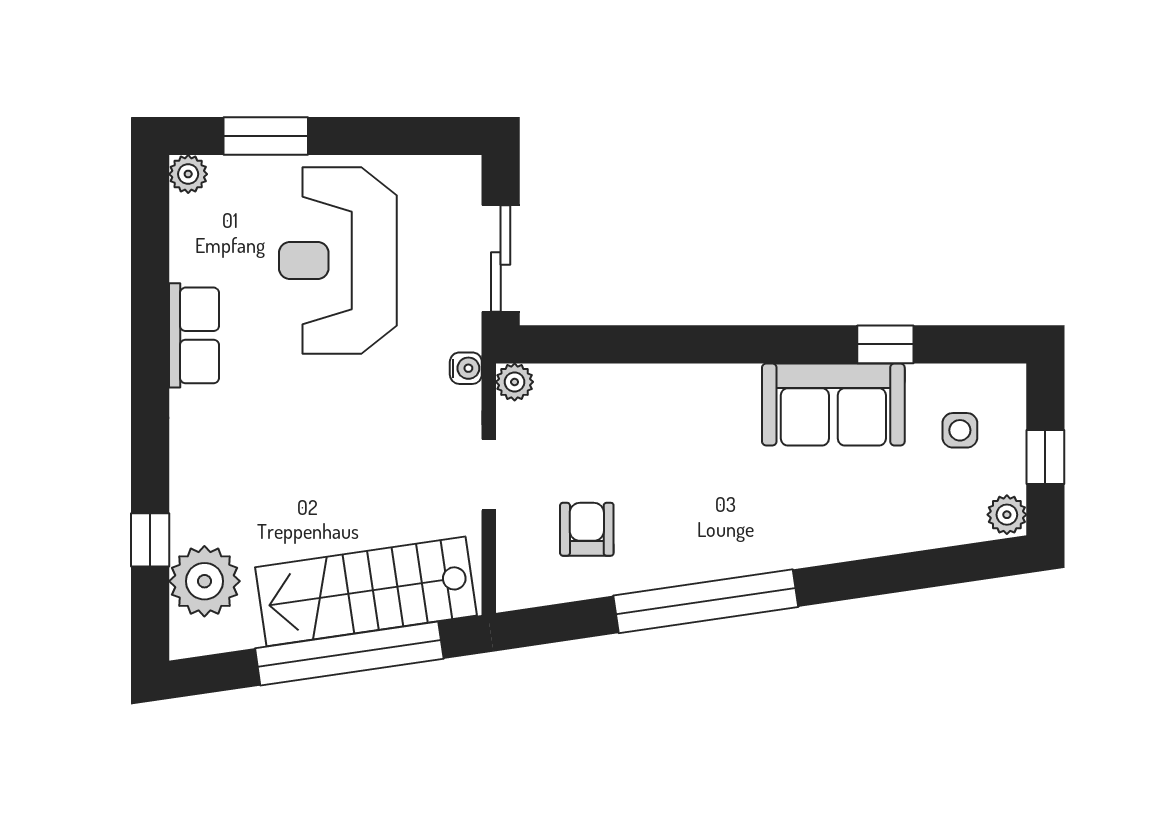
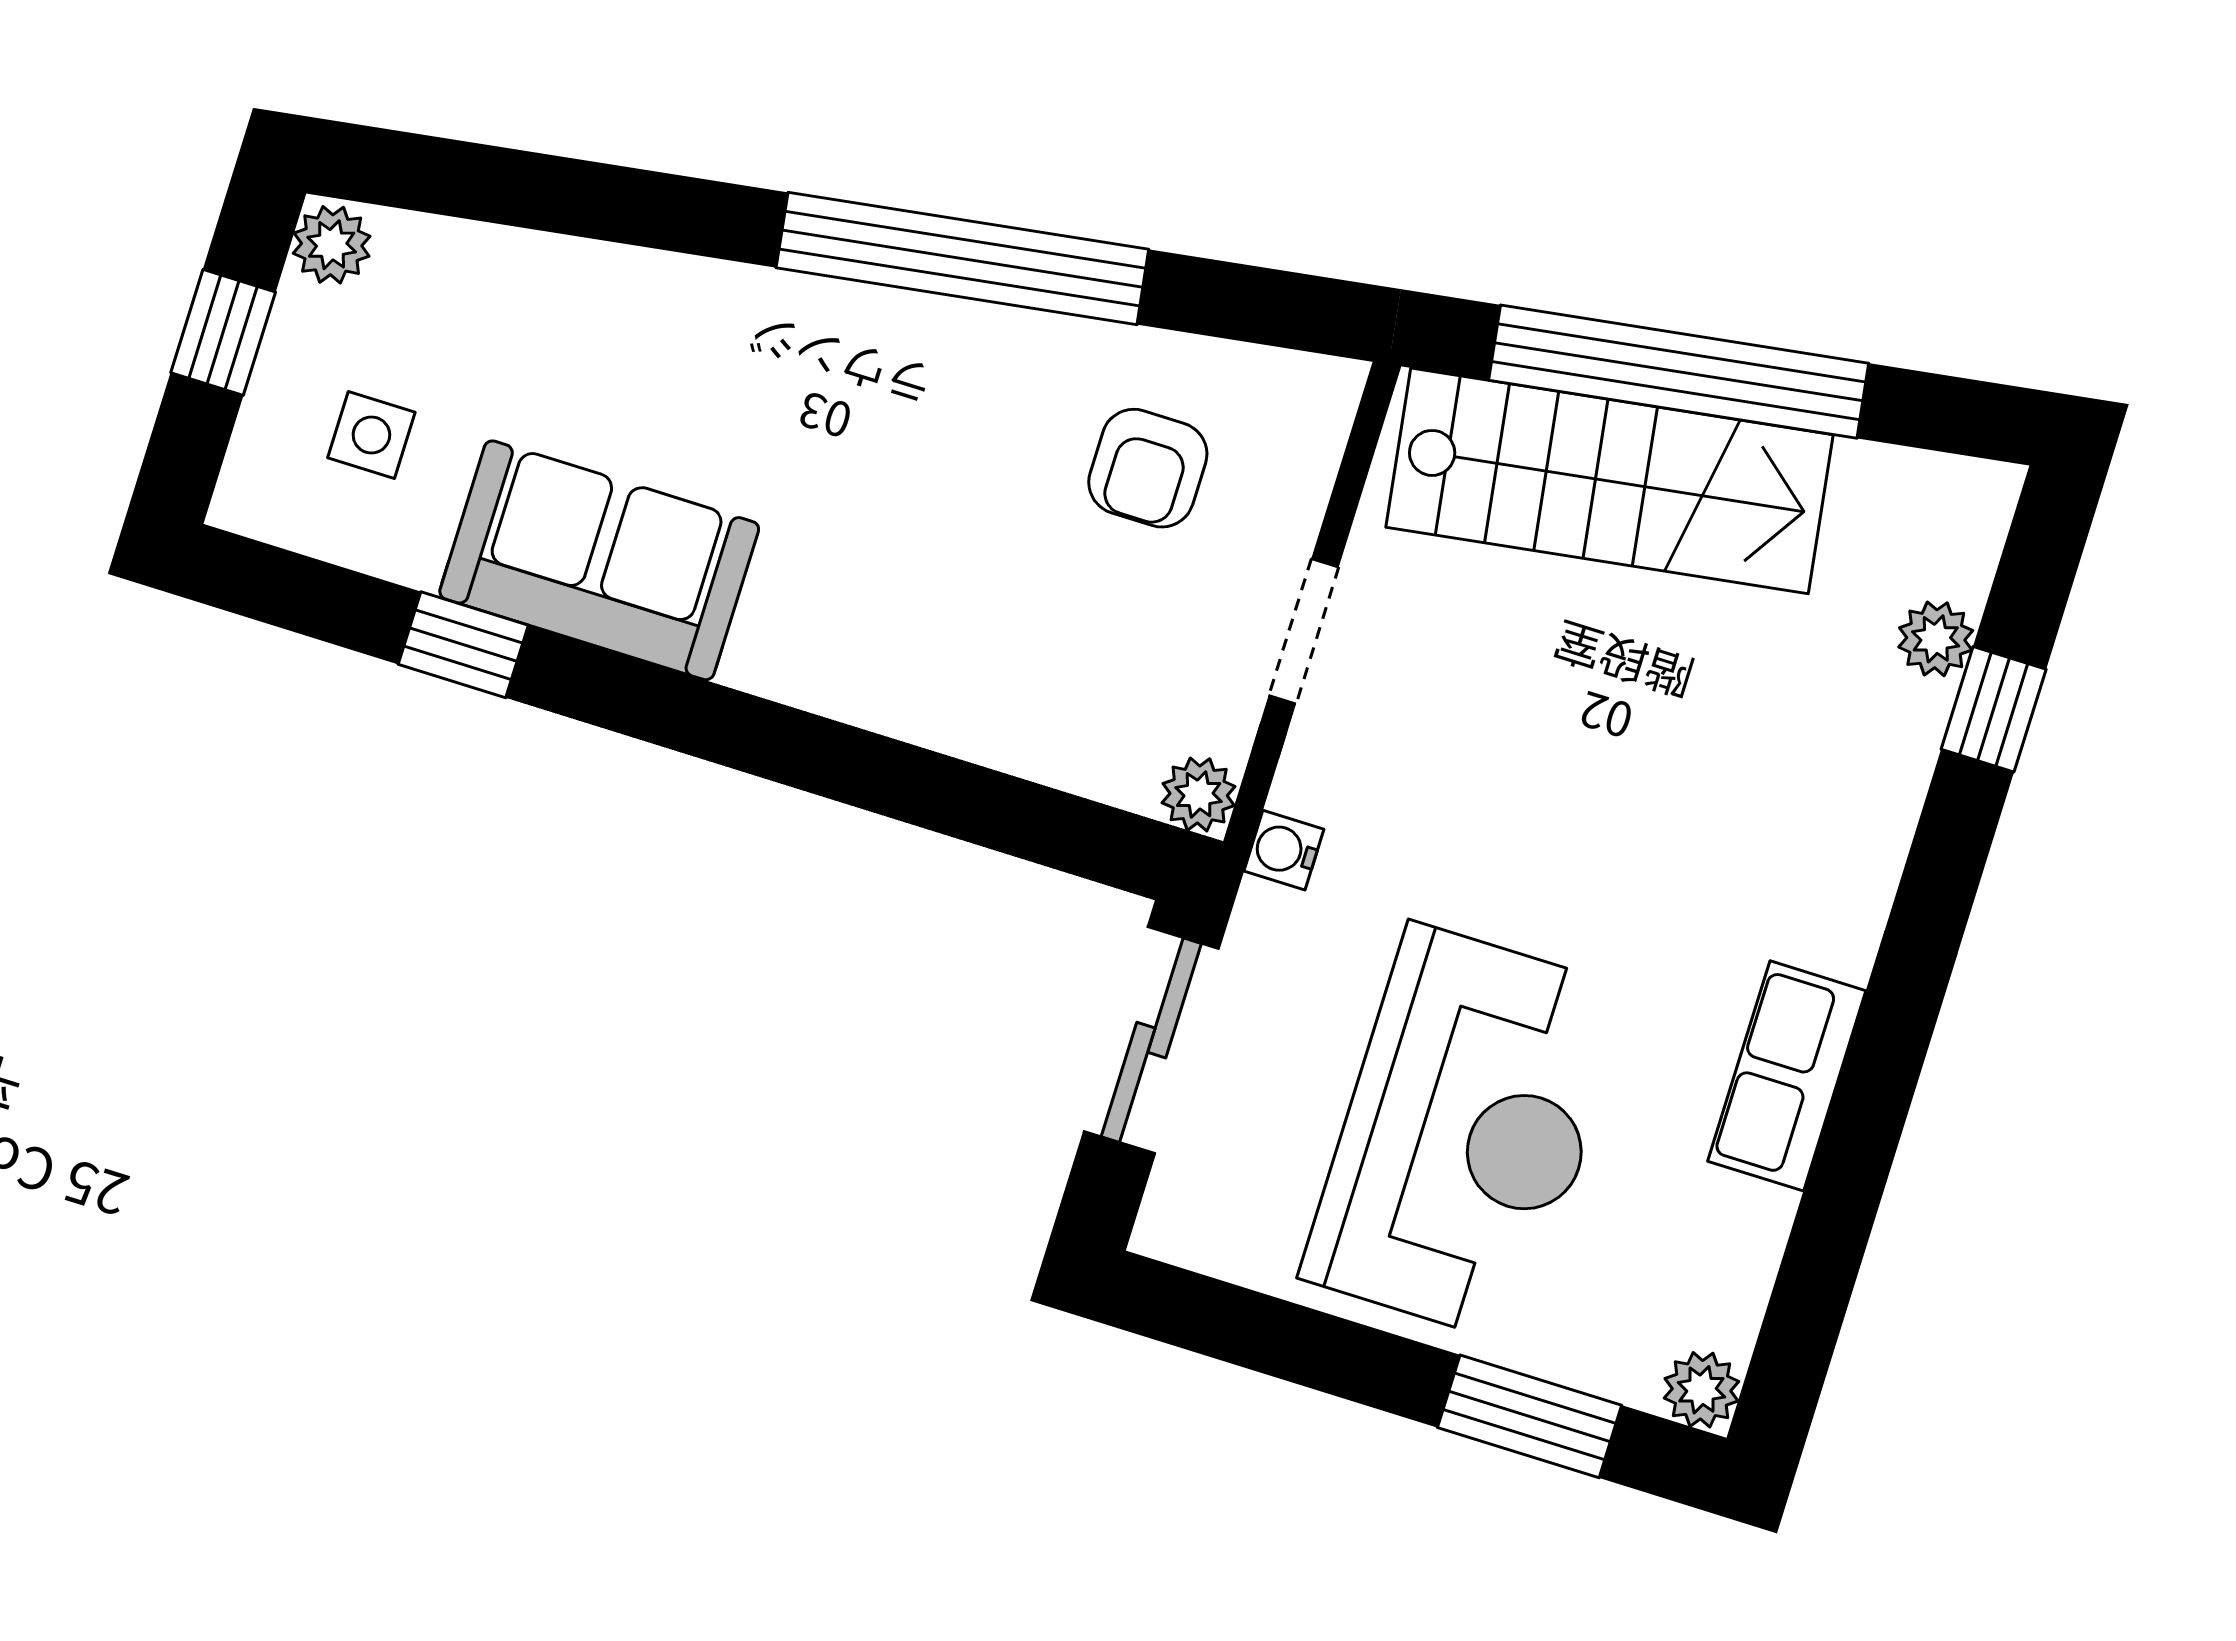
plant: (204, 581) -> (1936, 639), width x0.53, depth x0.53

